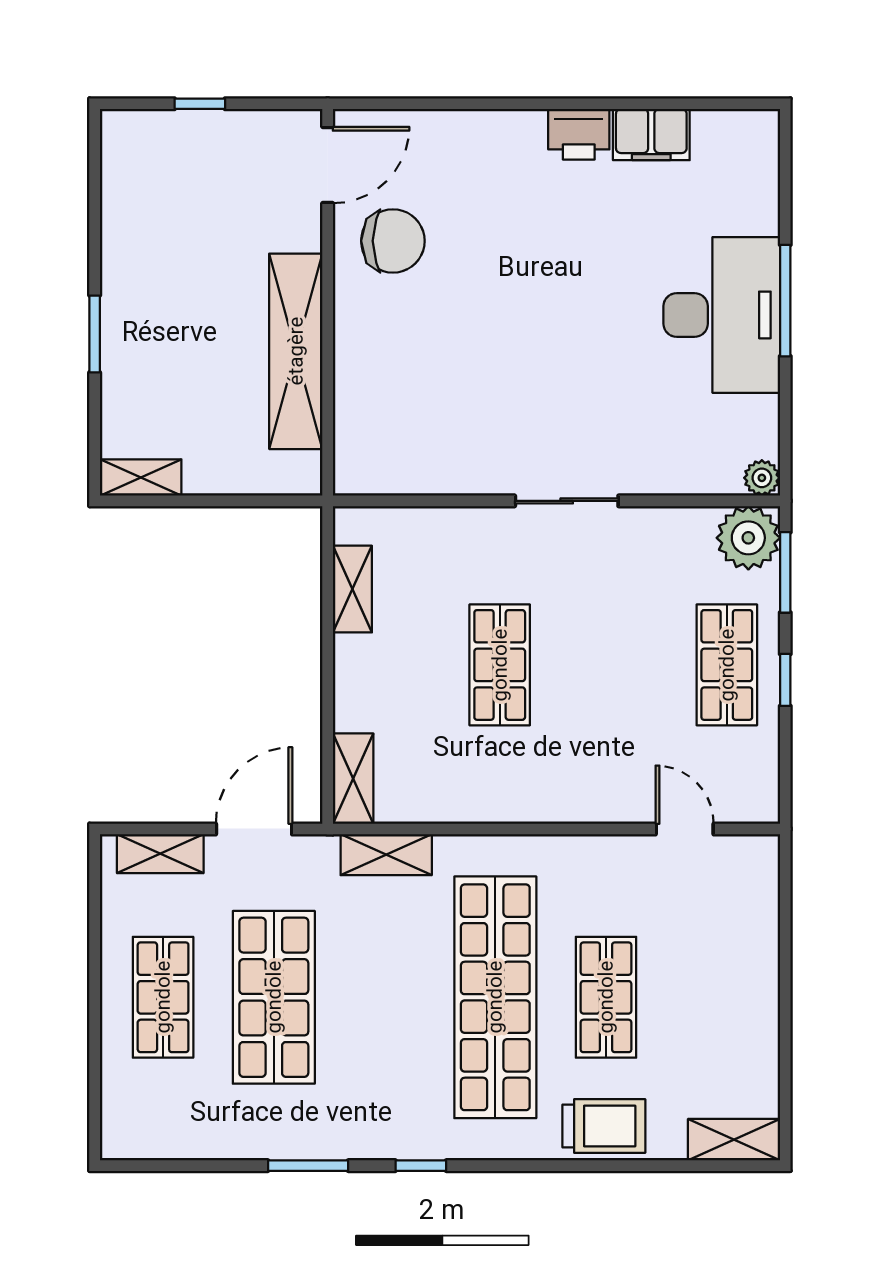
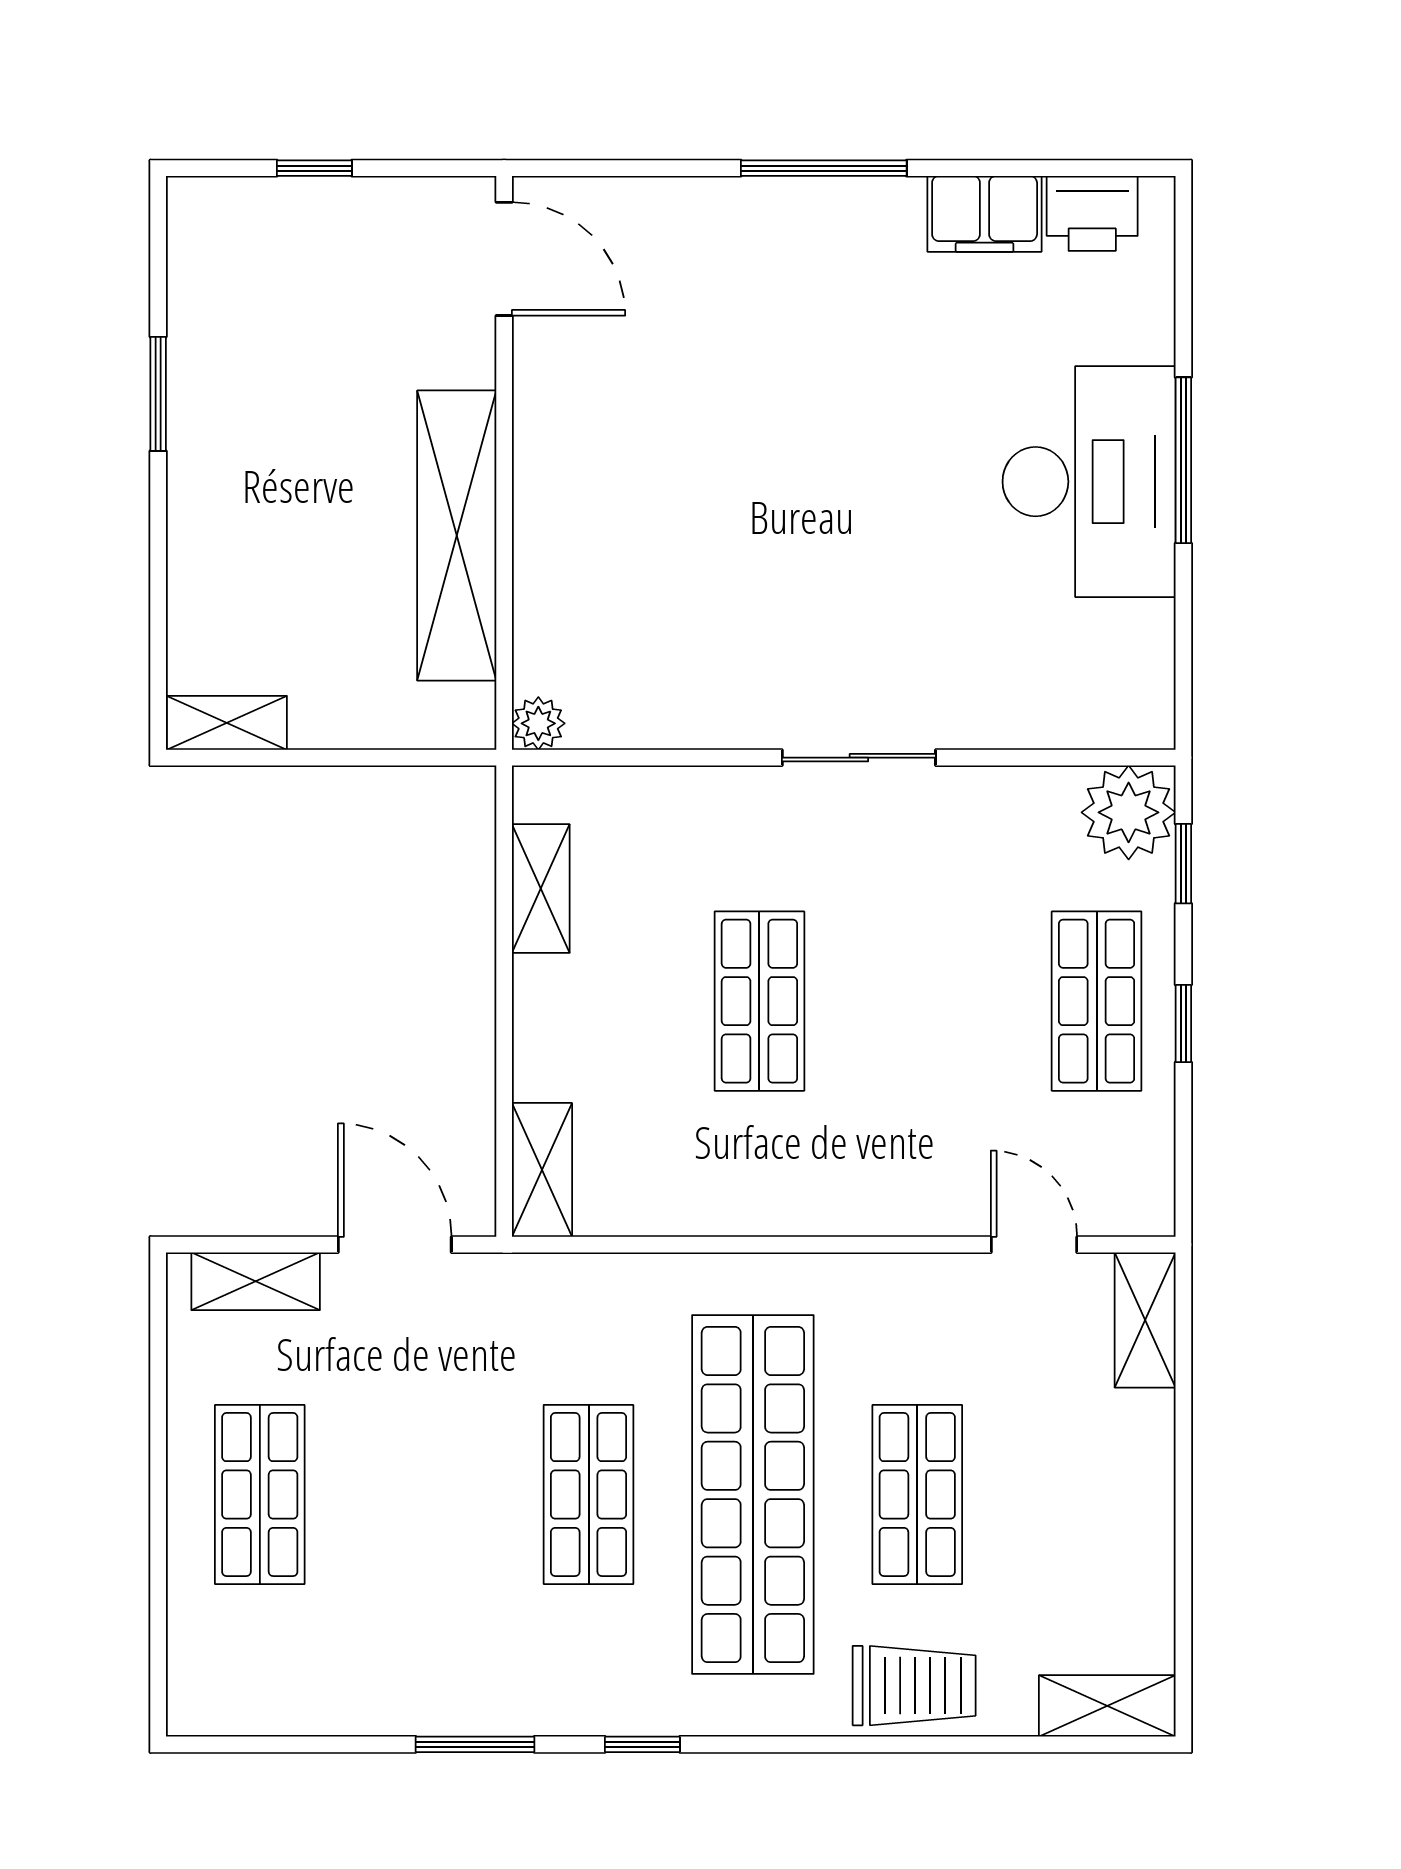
window: (543, 104) -> (824, 168), added
printer: (579, 134) -> (1092, 213), moved
door: (328, 165) -> (504, 259), hinge flipped
chair: (393, 241) -> (601, 372), removed
window: (95, 334) -> (158, 394), moved
plant: (762, 478) -> (538, 723), moved
window: (785, 572) -> (1183, 864), width x0.67
door: (254, 829) -> (395, 1245), hinge flipped
shelving: (386, 855) -> (1145, 1320), moved, turned 90
shop shelf: (274, 997) -> (589, 1495), moved, width x0.70, depth x0.74

